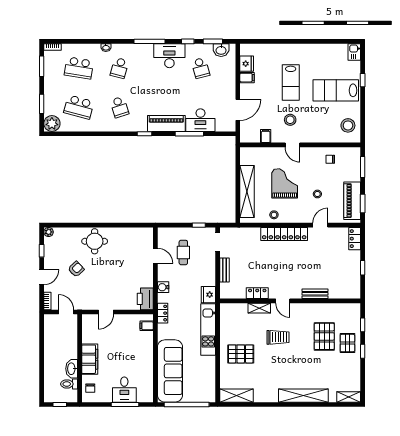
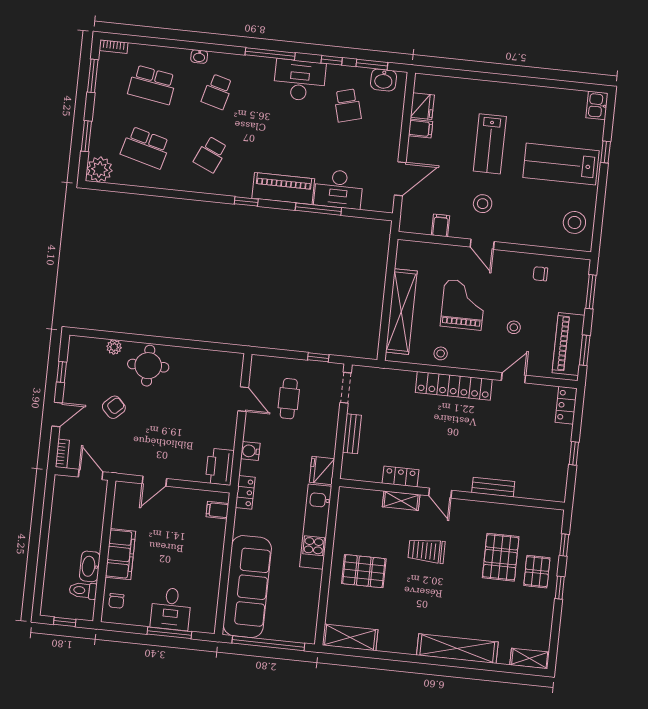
school desk: (119, 107) -> (211, 154), turned 42
plant: (49, 232) -> (114, 347), moved
trolley: (278, 337) -> (427, 551), turned 180

